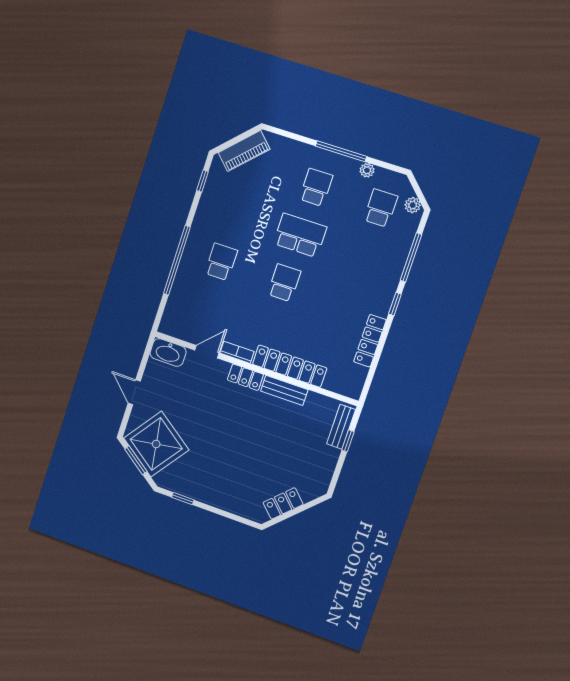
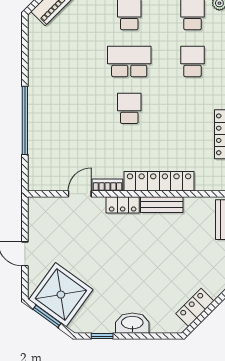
window: (202, 181) -> (25, 41), removed
school desk: (221, 262) -> (193, 61), moved
washbasin: (168, 352) -> (132, 323), moved, turned 180

